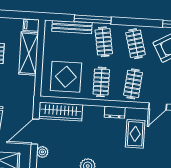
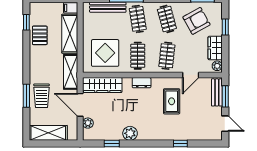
shelving: (27, 95) -> (71, 72), added
dresser: (115, 112) -> (142, 83), moved
door: (35, 132) -> (80, 105), hinge flipped

